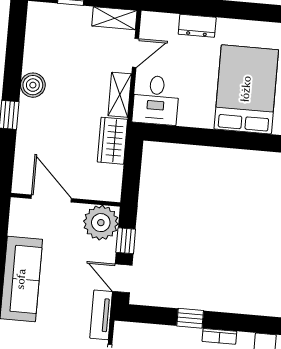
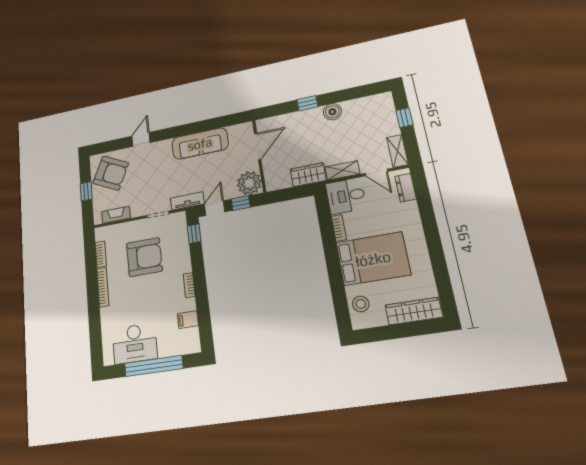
dresser: (197, 26) -> (405, 188), moved
bookcase: (196, 121) -> (339, 228), added
window: (190, 318) -> (194, 234), moved

